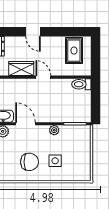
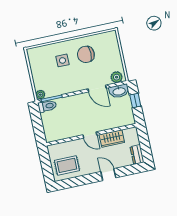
rug: (74, 51) -> (67, 165), turned 90
toilet: (81, 84) -> (47, 106), moved
plant: (54, 130) -> (40, 95), moved

